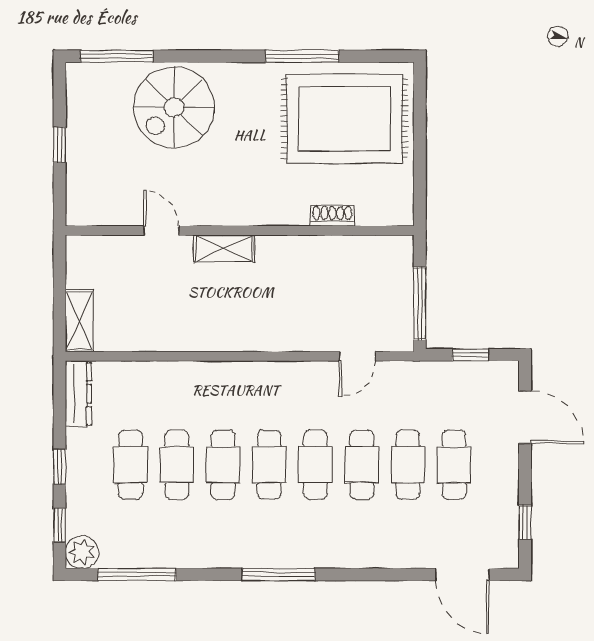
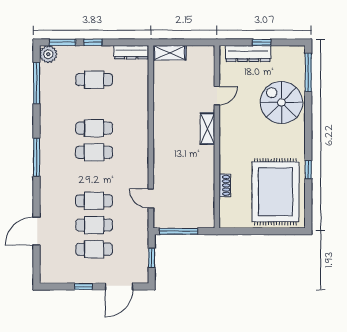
window: (302, 56) -> (308, 170), width x0.46
dresser: (81, 171) -> (248, 54), added
cafe table: (177, 465) -> (94, 104), removed
cafe table: (315, 465) -> (94, 177), removed
window: (525, 522) -> (83, 286), moved
window: (60, 525) -> (63, 42), width x1.50
door: (462, 574) -> (37, 231), moved

